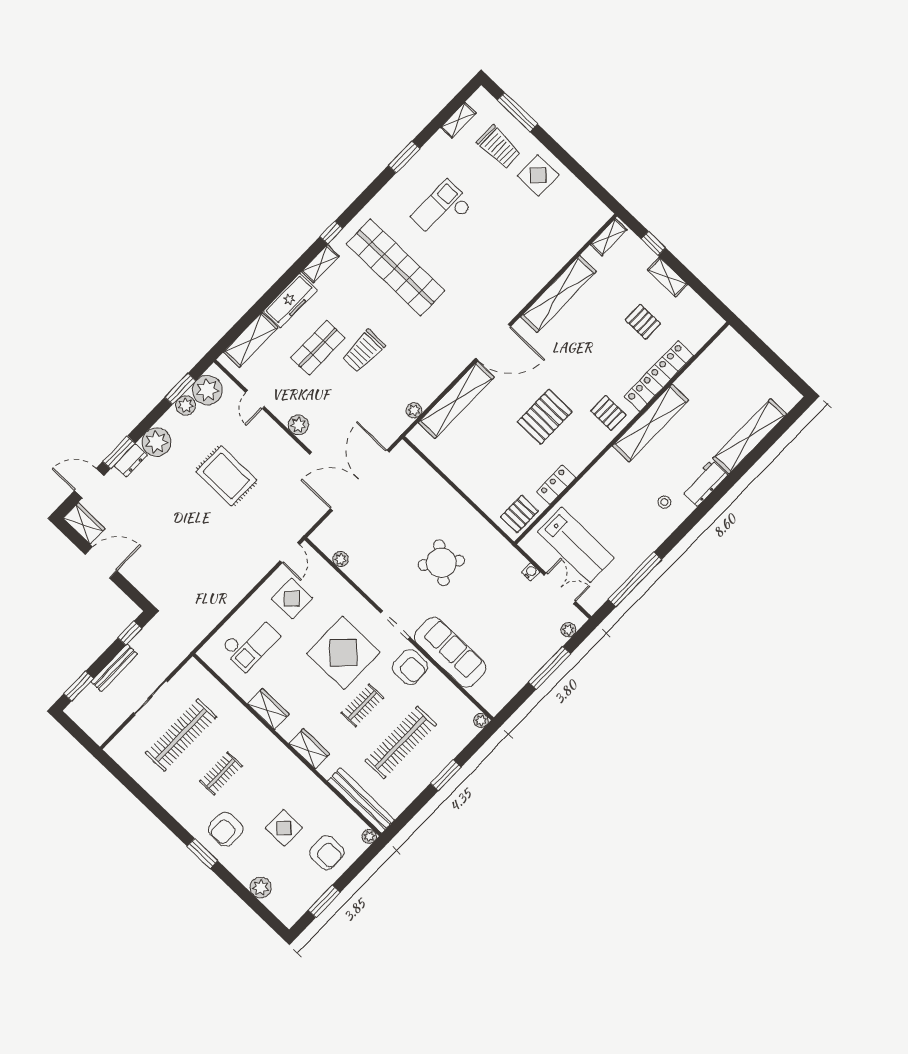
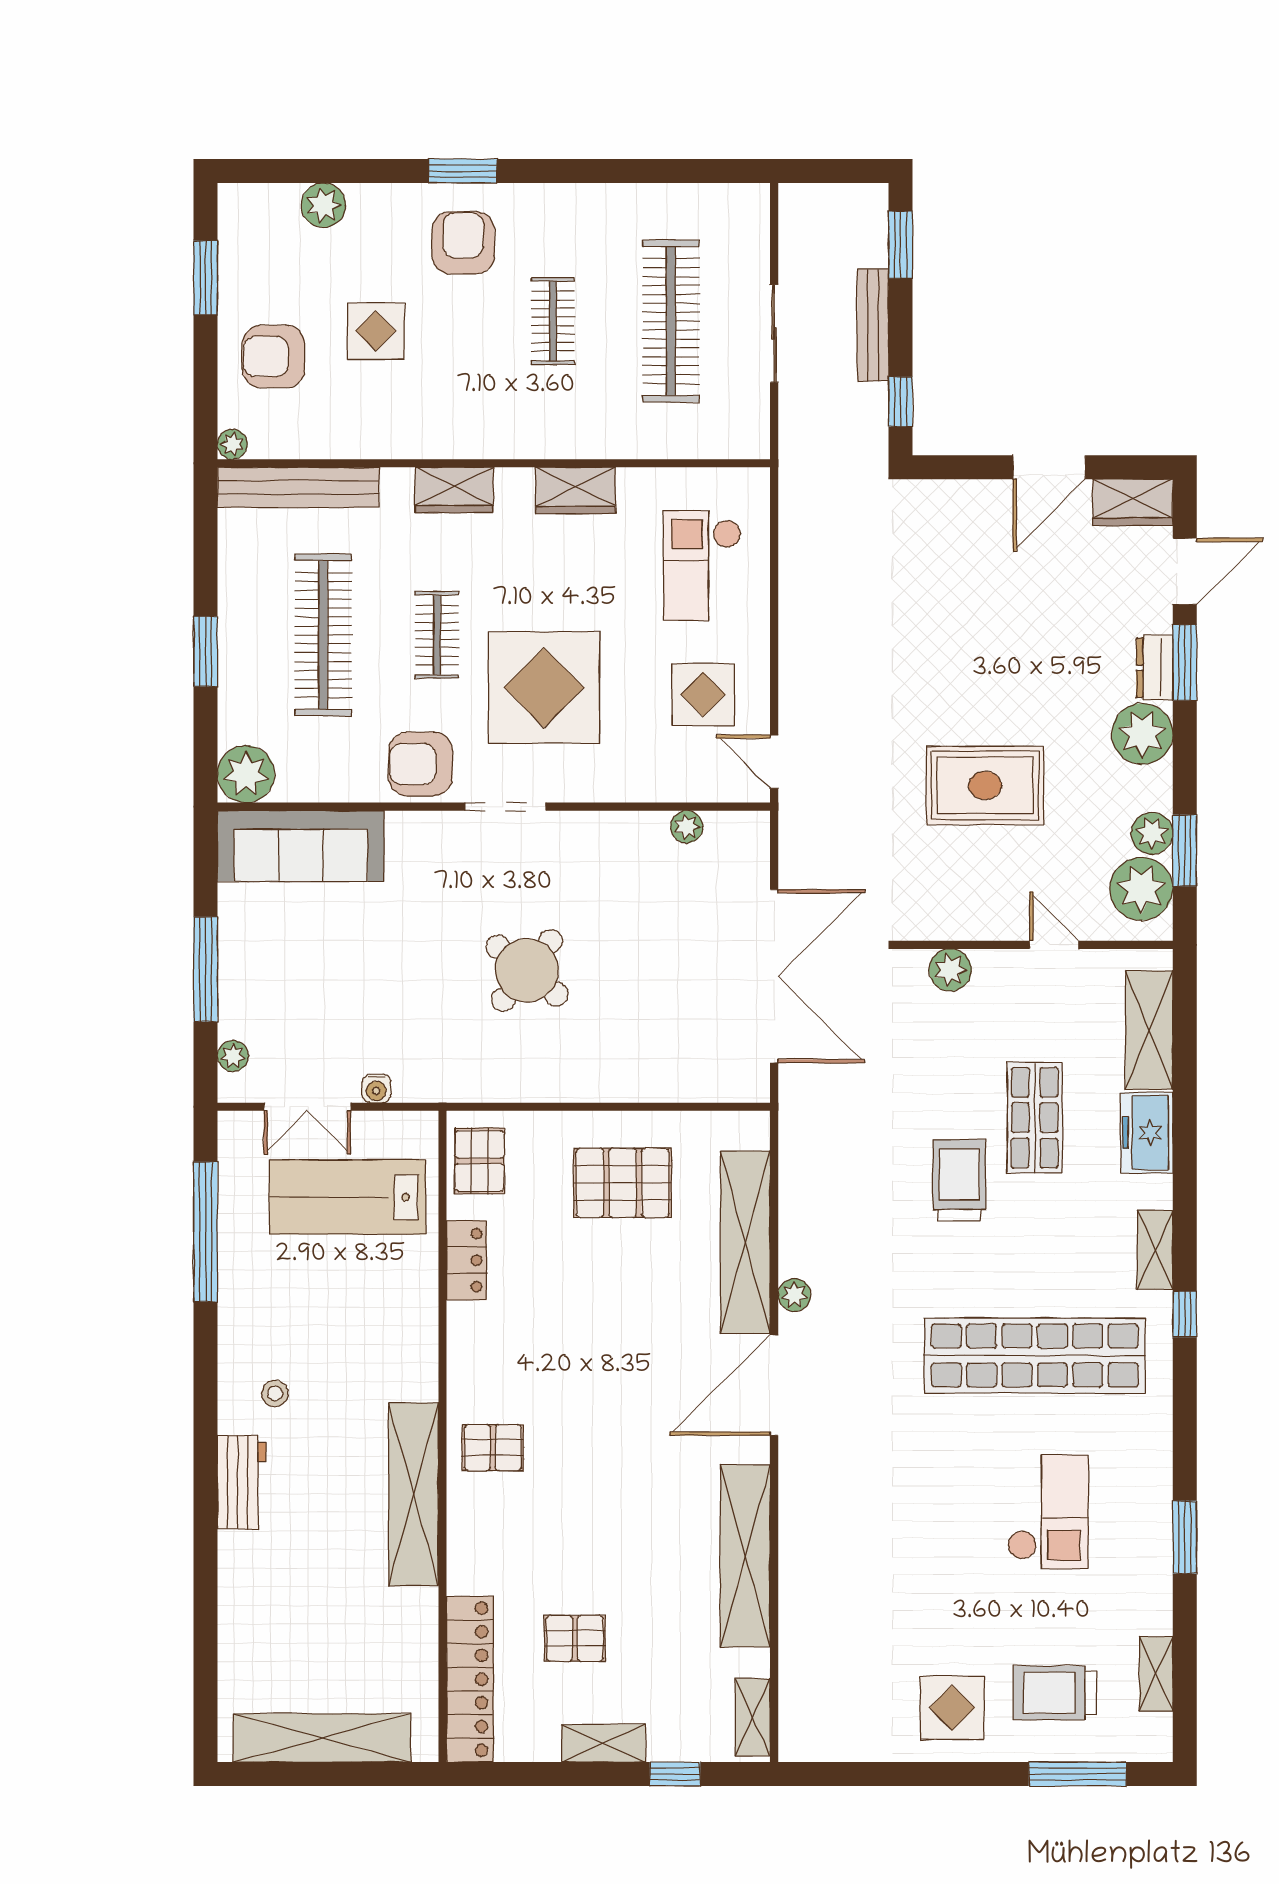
freezer: (290, 301) -> (1147, 1133), width x0.71
locker: (659, 376) -> (470, 1679), moved
plant: (414, 410) -> (794, 1295), moved
pallet: (545, 417) -> (623, 1183), moved, turned 90
shelving: (750, 436) -> (322, 1738), moved, turned 90
sofa: (450, 652) -> (301, 846), moved
plant: (481, 720) -> (246, 774), width x1.88, depth x1.88

